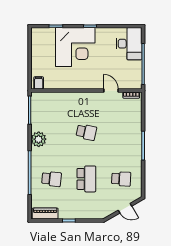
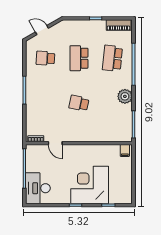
school desk: (52, 179) -> (112, 58), width x1.85

